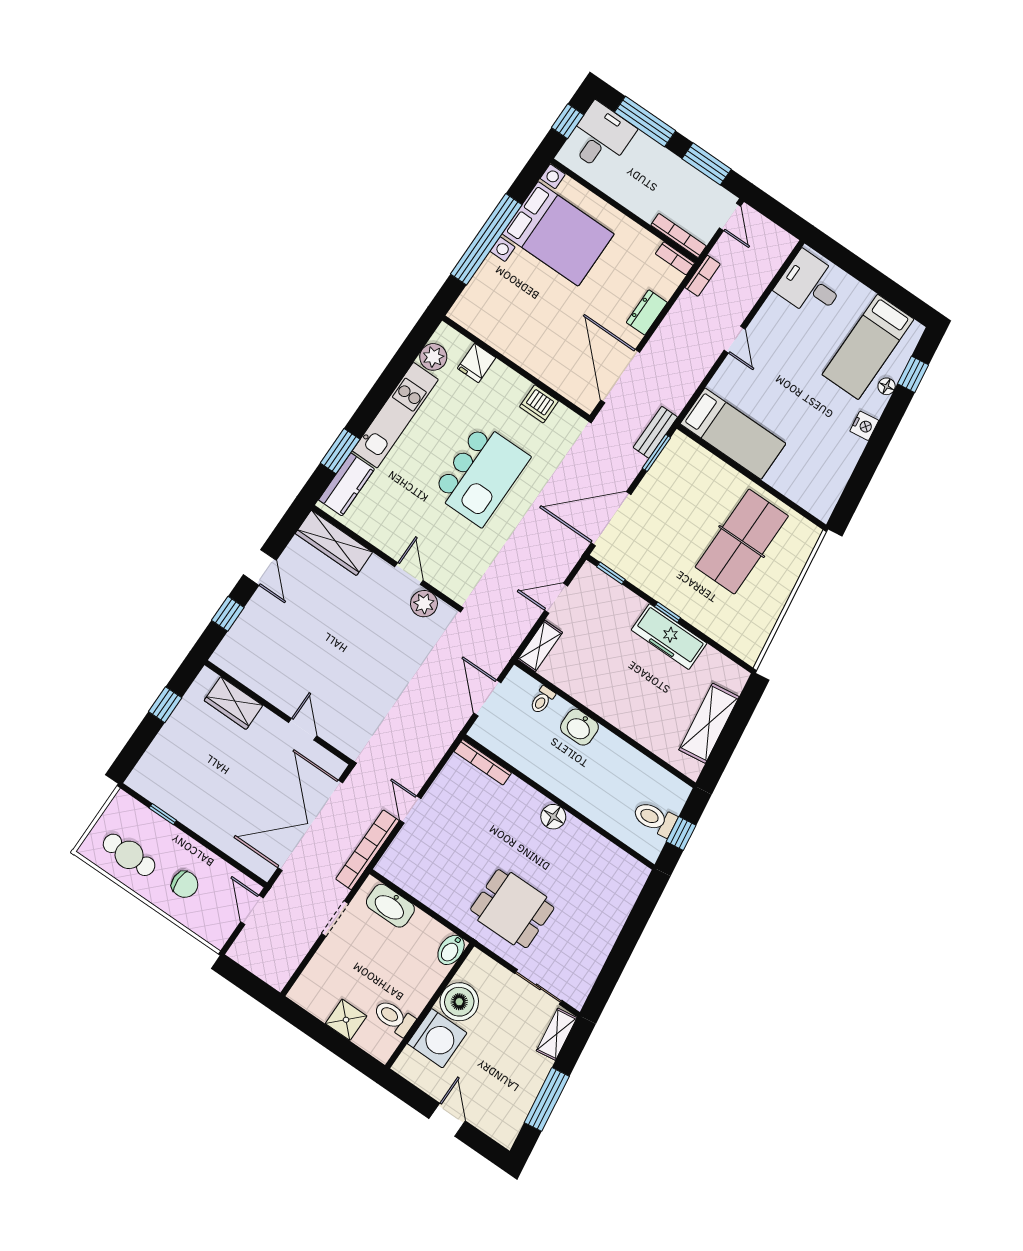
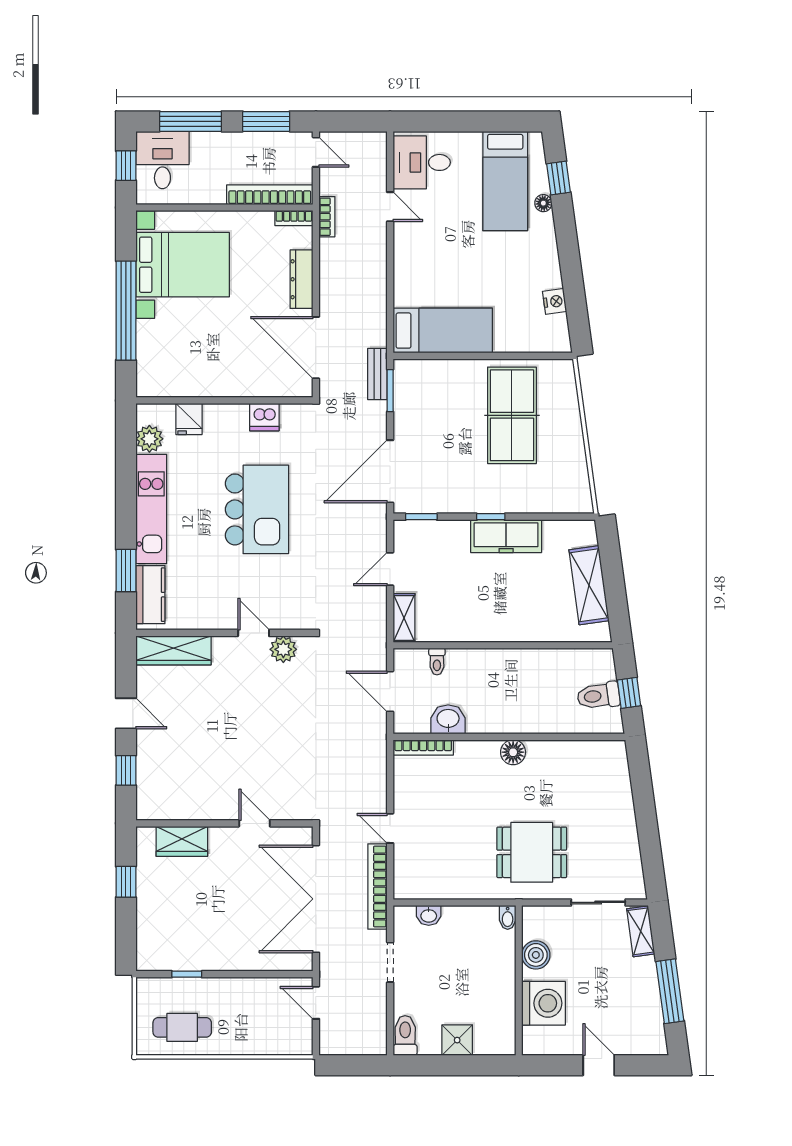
bookcase: (679, 236) -> (270, 195), width x1.48, depth x1.31
dresser: (647, 312) -> (301, 279), width x1.44
door: (735, 340) -> (390, 207), moved
nightstand: (864, 426) -> (555, 301), moved
washbasin: (579, 727) -> (448, 719), moved, turned 180
chair: (185, 884) -> (245, 1020), removed
washbasin: (390, 906) -> (429, 915), width x0.52, depth x0.69
bidet: (451, 950) -> (508, 917), width x0.72, depth x0.74
boiler: (459, 1002) -> (536, 955), width x0.73, depth x0.73
toilet: (394, 1018) -> (405, 1035), moved, turned 90

